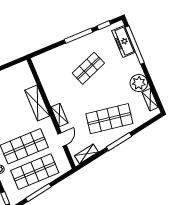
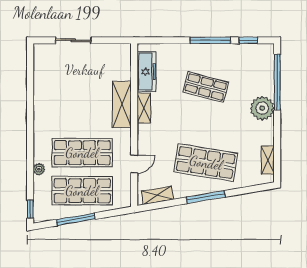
freezer: (124, 41) -> (147, 72), moved, turned 180
shop shelf: (88, 68) -> (206, 87), turned 36
plant: (139, 83) -> (262, 108), moved
shelving: (60, 115) -> (144, 108), moved

